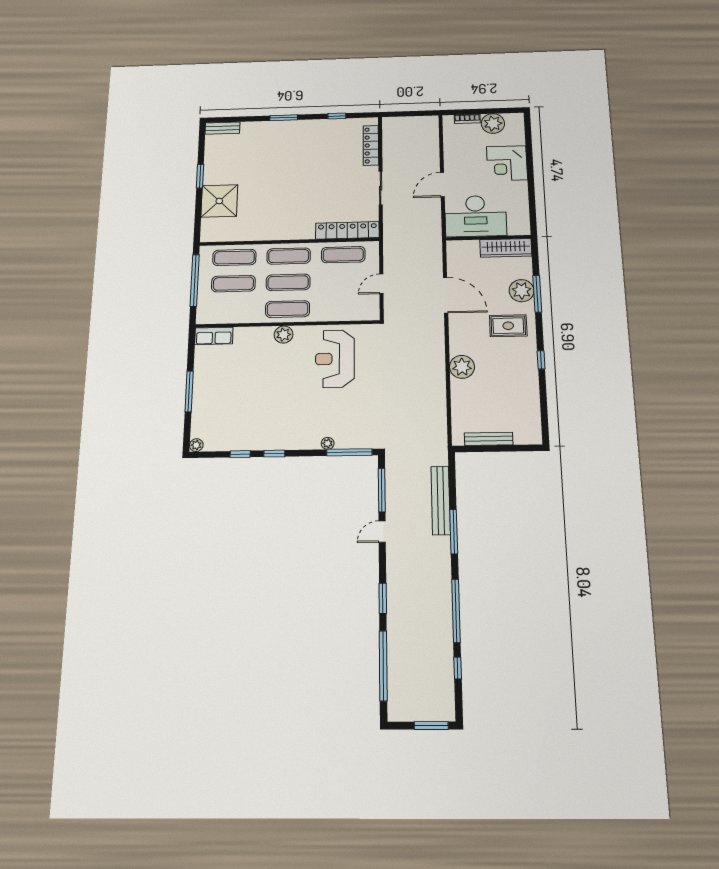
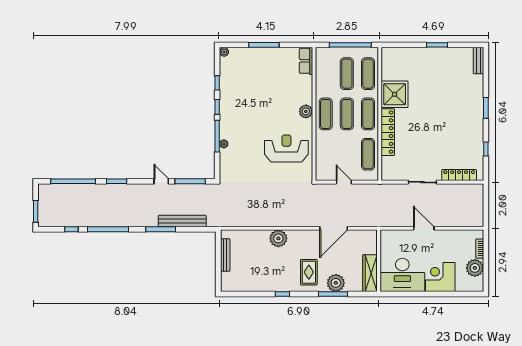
shower: (219, 201) -> (395, 94), moved
desk: (476, 216) -> (402, 275), moved, turned -90
locker: (347, 230) -> (388, 132), moved
window: (349, 452) -> (217, 136), moved

